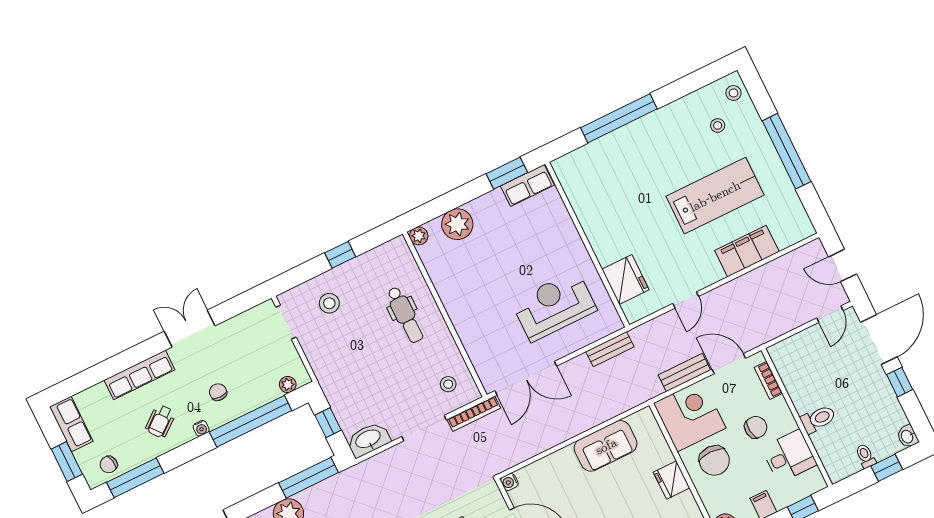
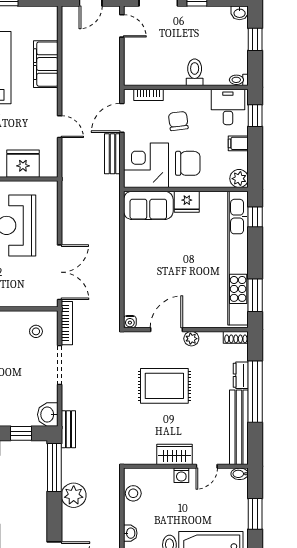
bench: (610, 349) -> (68, 429), moved
washbasin: (368, 439) -> (48, 415), width x0.72
sofa: (606, 446) -> (148, 205), moved, turned 90
desk: (789, 456) -> (228, 107), moved
toilet: (865, 456) -> (239, 80), moved

